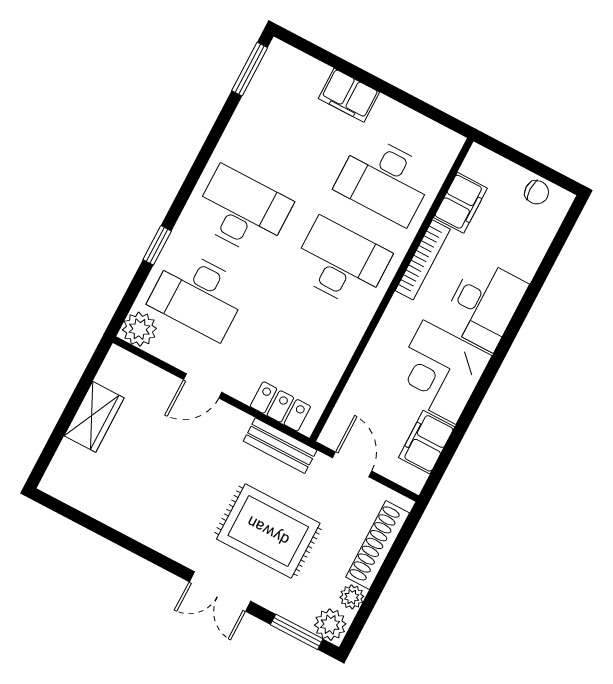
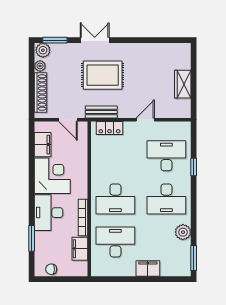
window: (543, 272) -> (32, 238), added
plant: (139, 329) -> (183, 232), moved
rug: (268, 531) -> (103, 75), moved

